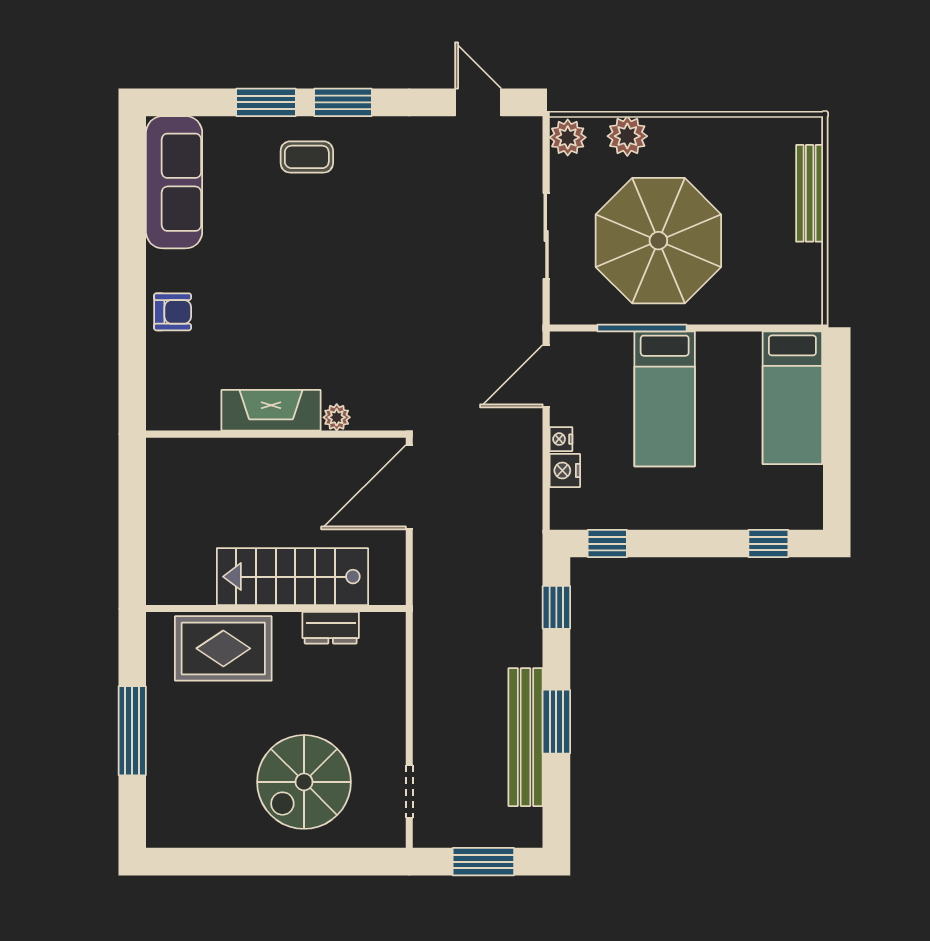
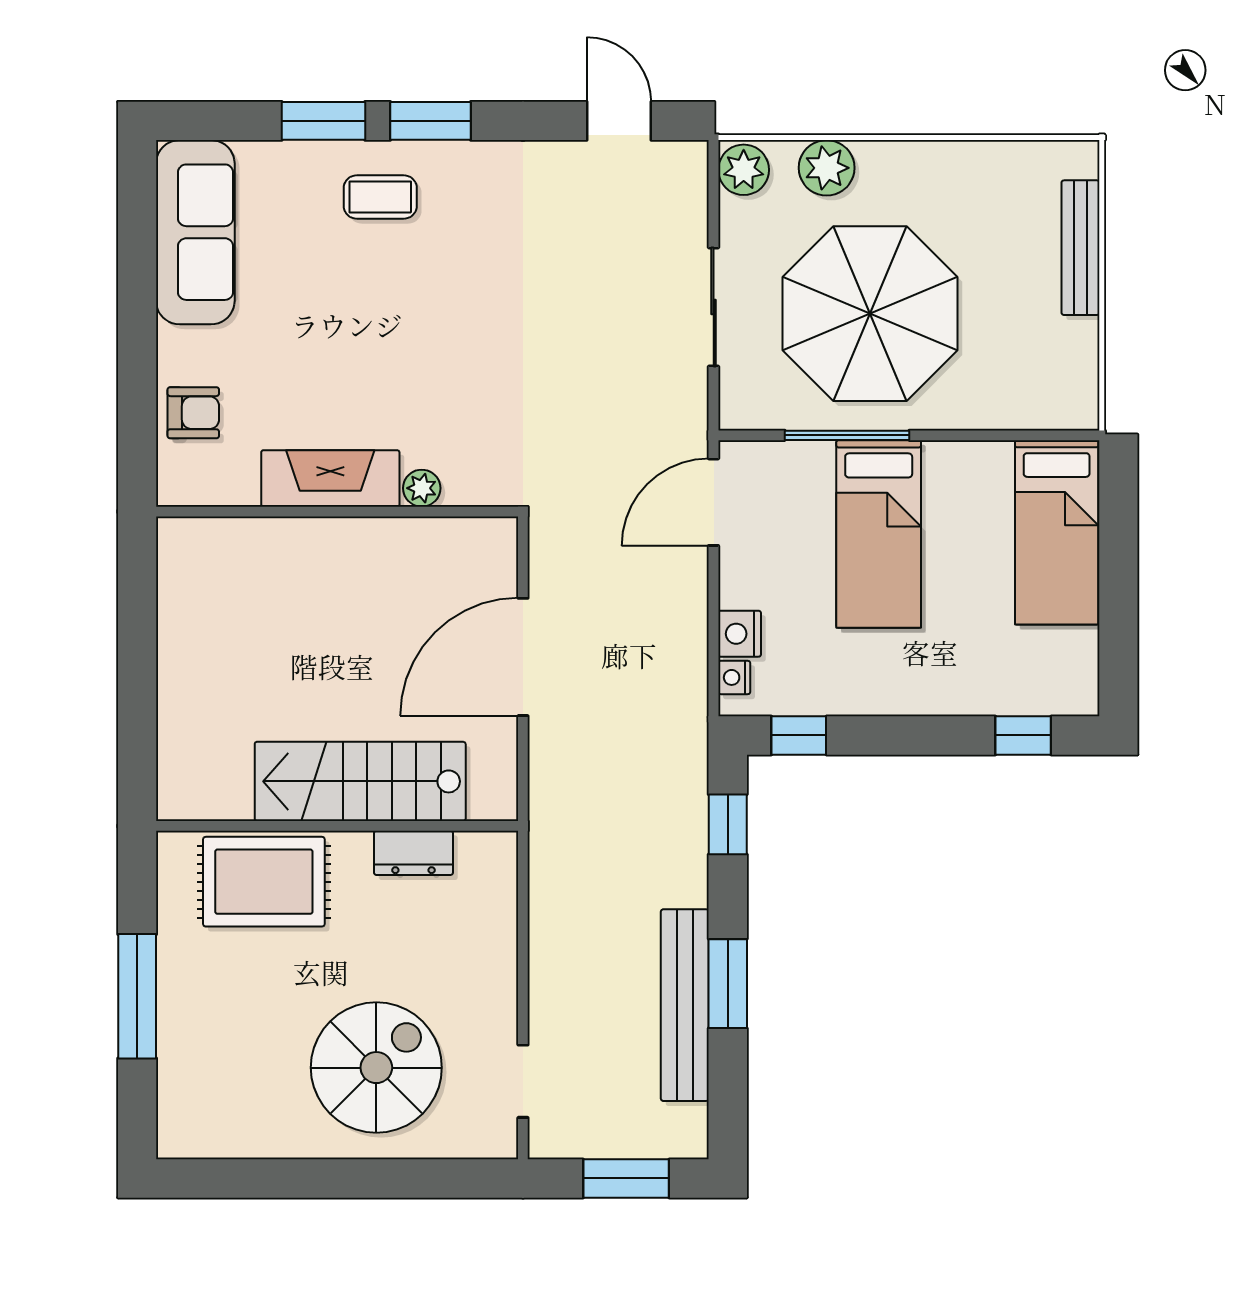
fireplace: (271, 410) -> (330, 478), moved
plant: (337, 417) -> (422, 488), moved
wall: (276, 434) -> (337, 512), moved
nightstand: (561, 439) -> (734, 677), moved
spiral stairs: (304, 782) -> (376, 1068), turned 180

